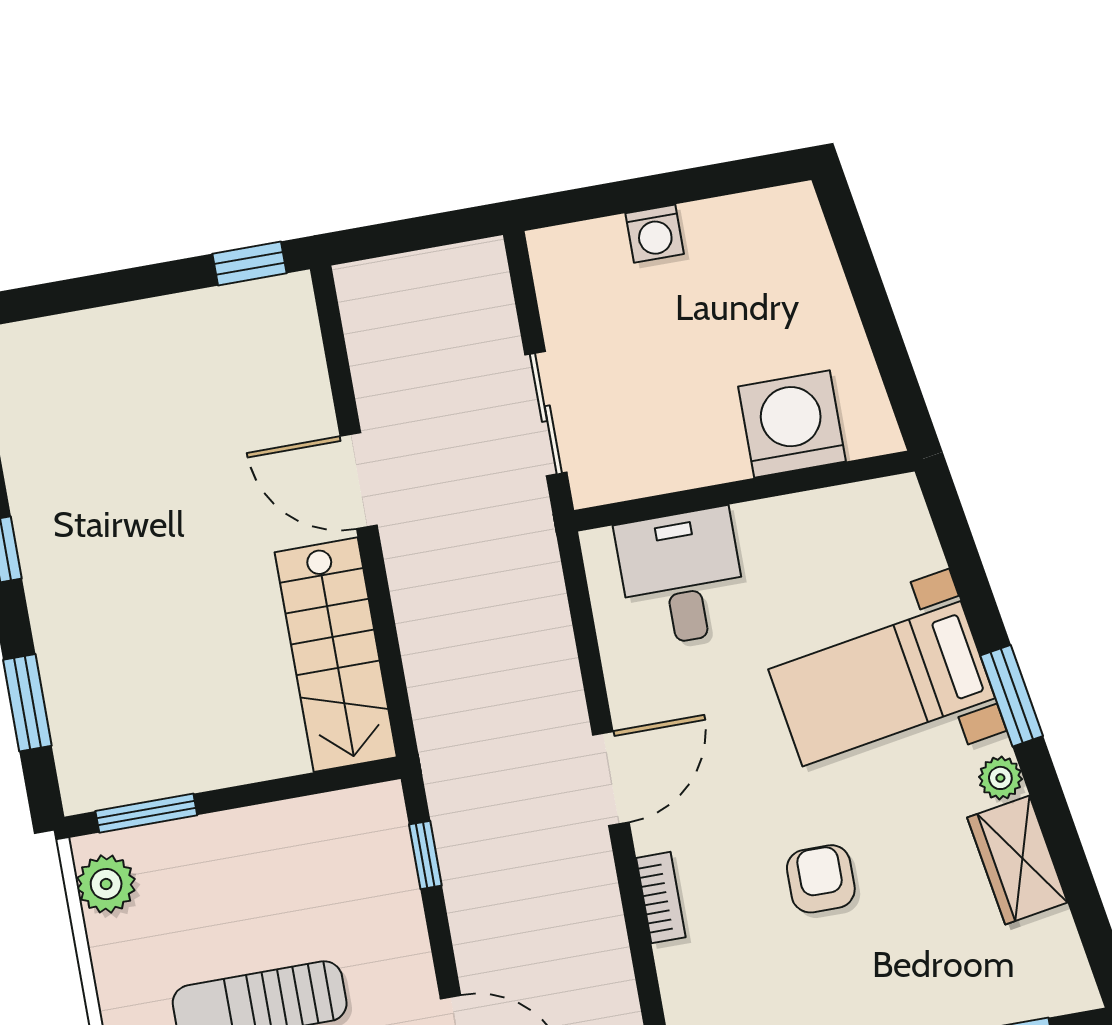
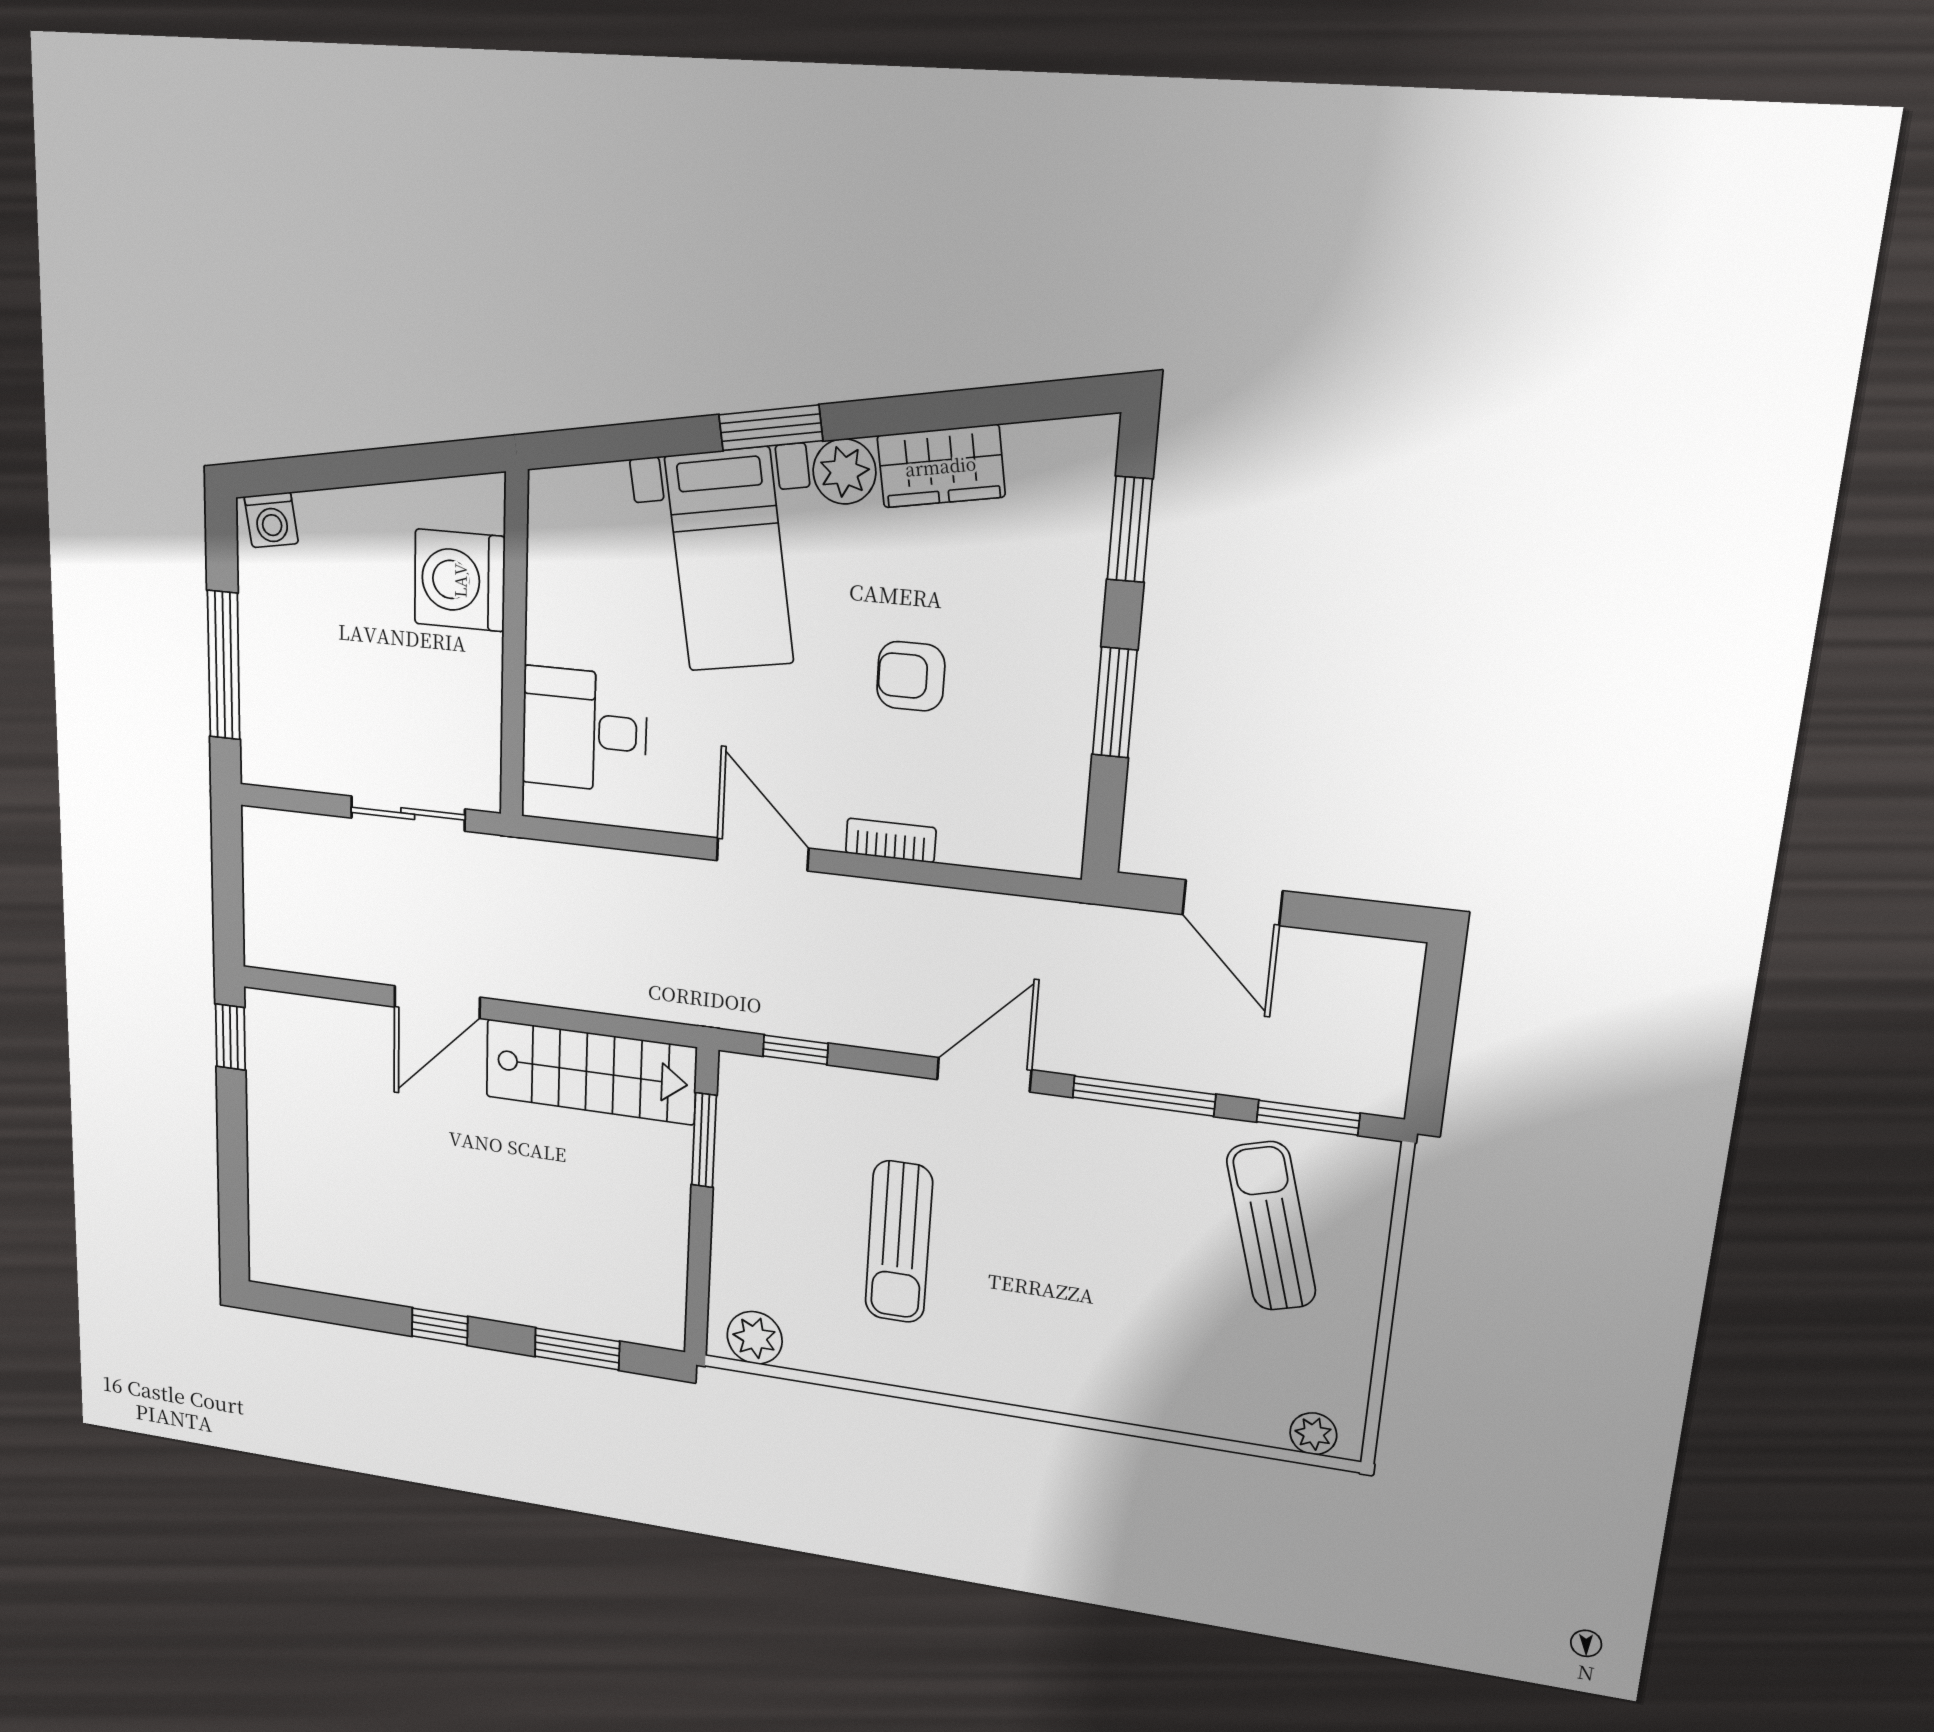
window: (641, 194) -> (224, 665), added
washing machine: (655, 234) -> (271, 520), moved, turned 81
plant: (1000, 778) -> (844, 471), width x1.38, depth x1.38
window: (146, 813) -> (704, 1140), moved

